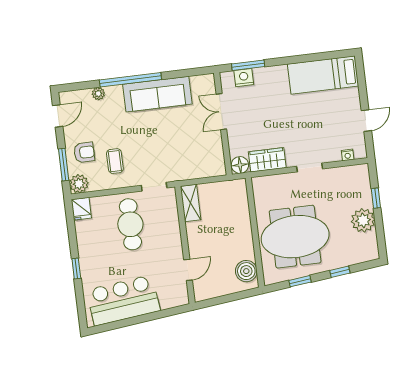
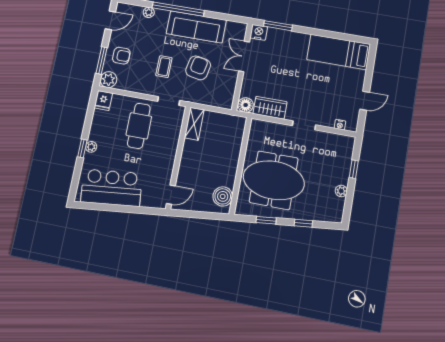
nightstand: (244, 78) -> (259, 32), moved
armchair: (175, 140) -> (198, 68), added
coffee table: (115, 161) -> (164, 67), moved
plant: (363, 220) -> (341, 191), width x0.53, depth x0.53
plant: (86, 264) -> (91, 147), added
door: (188, 270) -> (171, 195), moved

